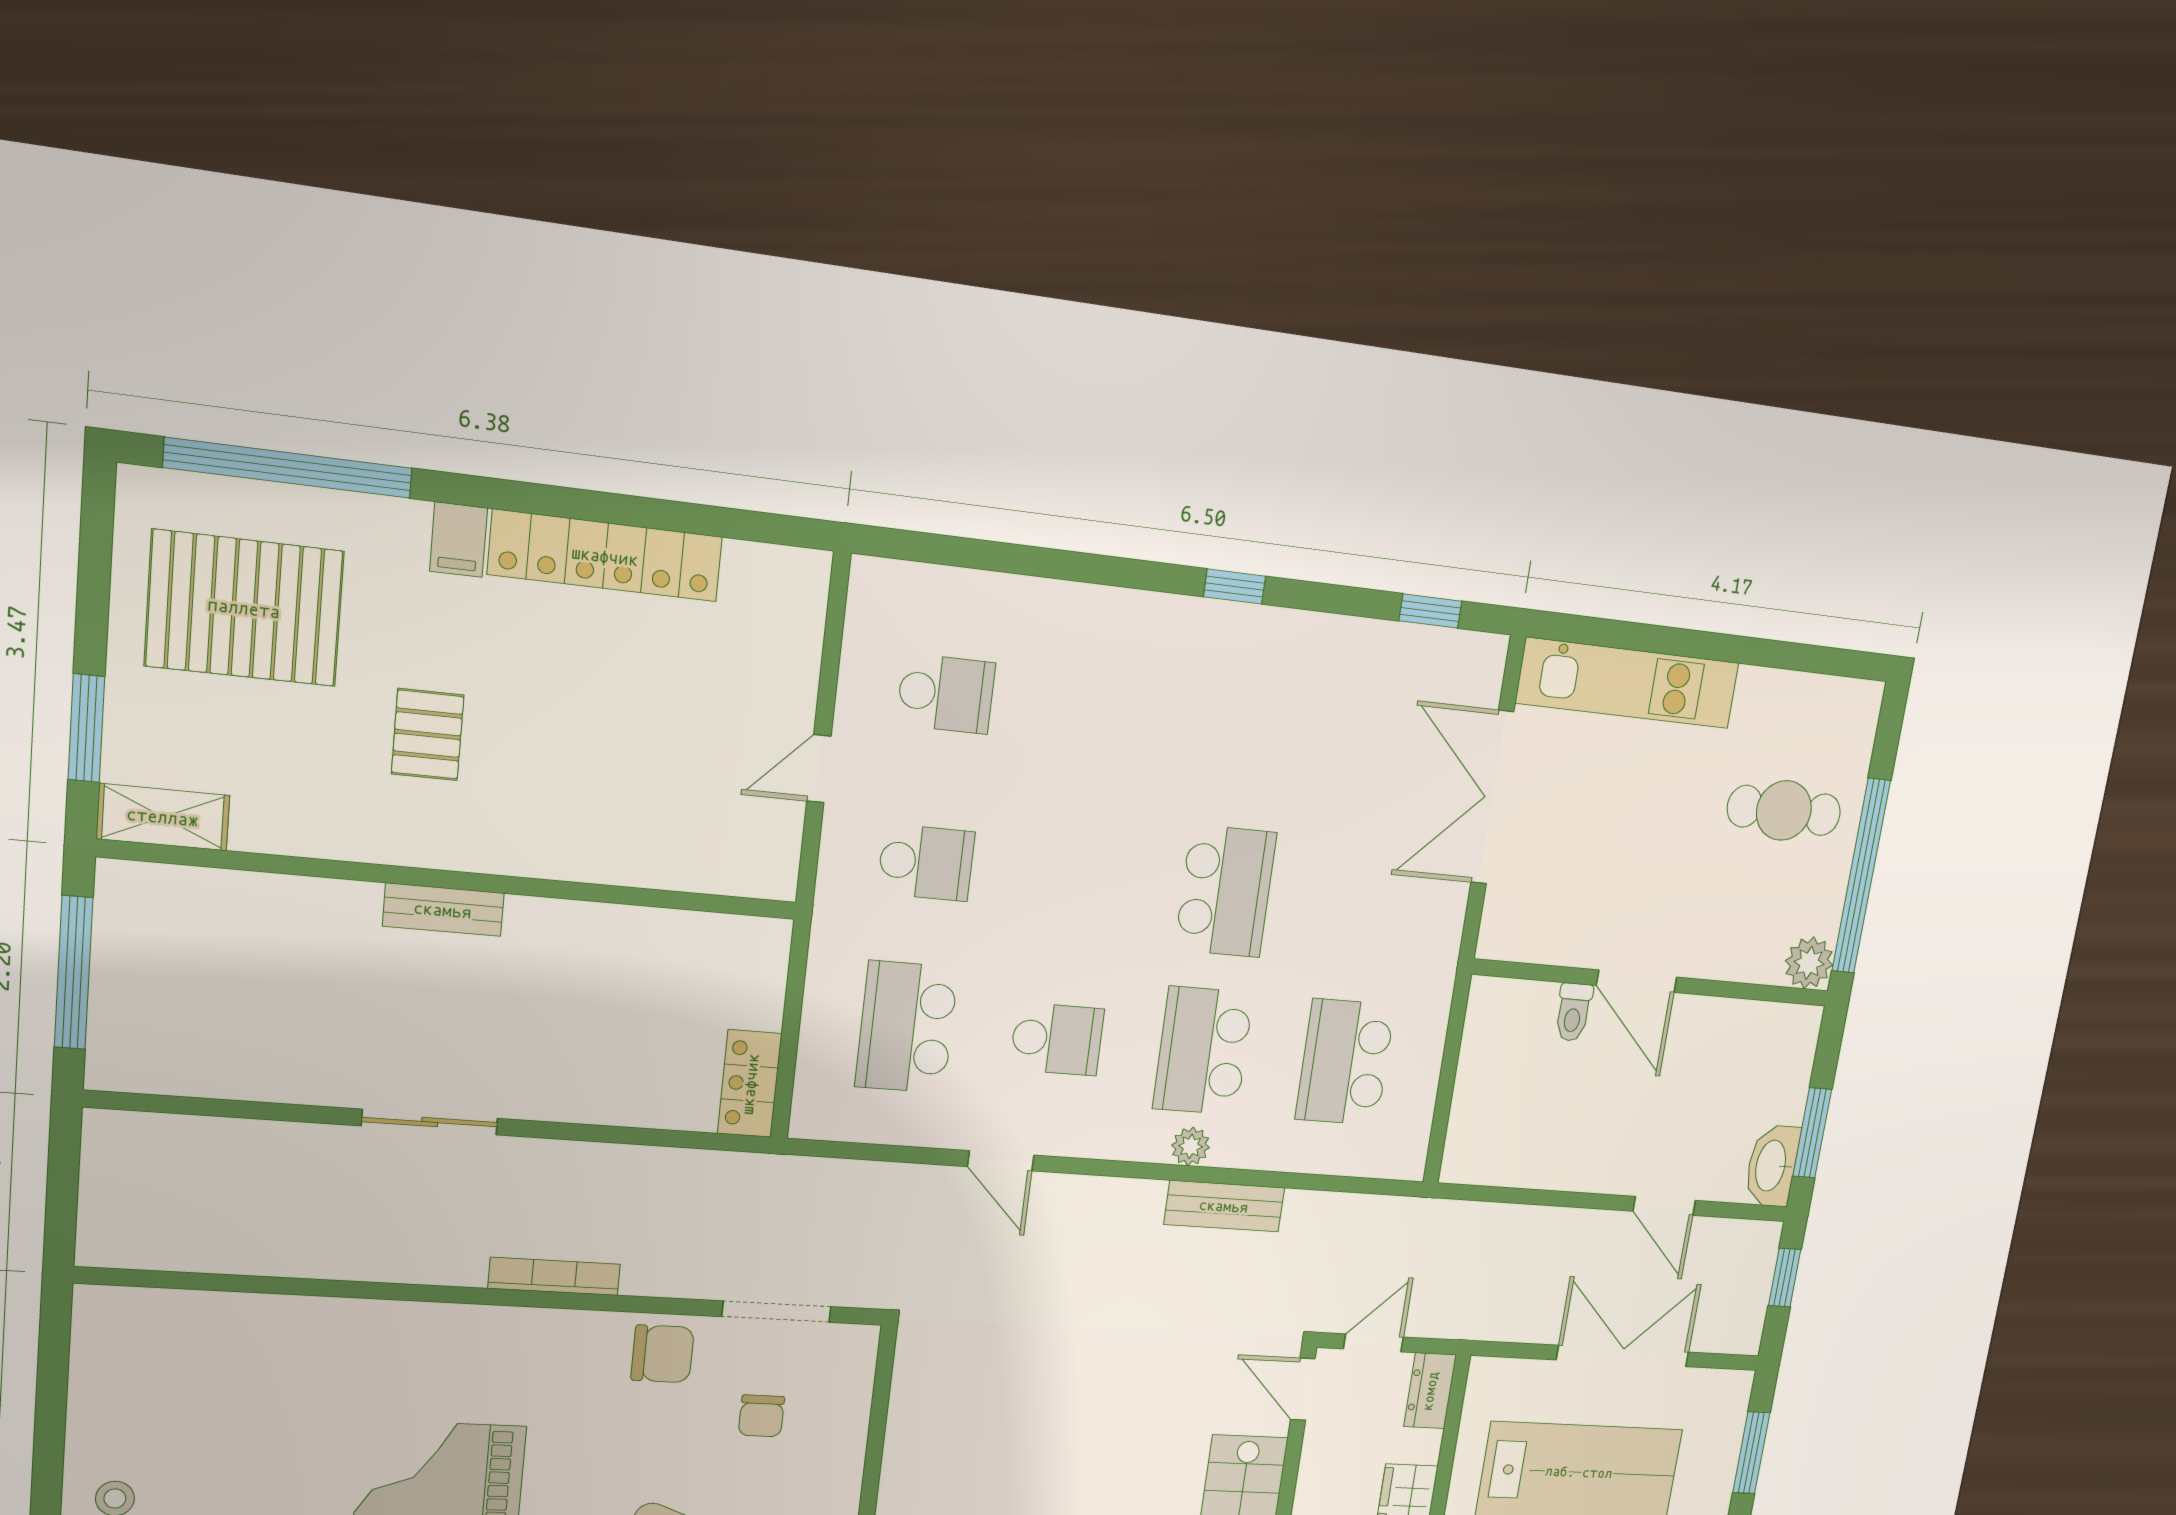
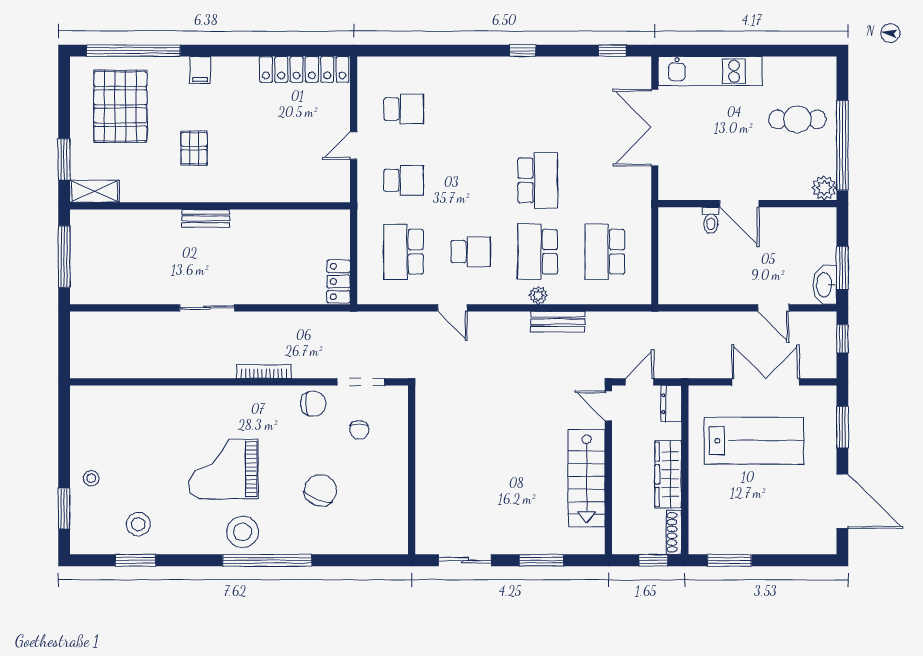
locker: (605, 556) -> (304, 69), moved
pallet: (244, 608) -> (120, 106), turned 90

